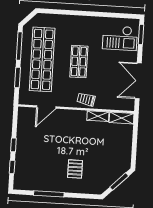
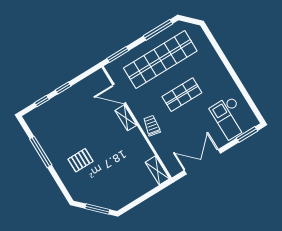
window: (17, 77) -> (118, 54), moved
shelving: (98, 116) -> (126, 118), moved

